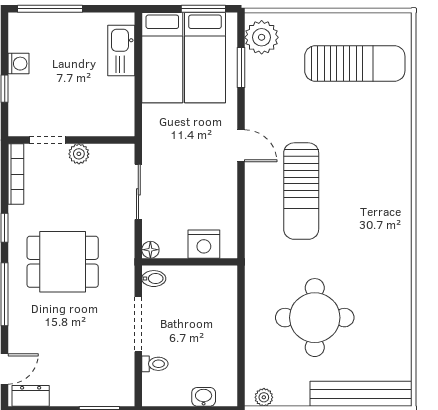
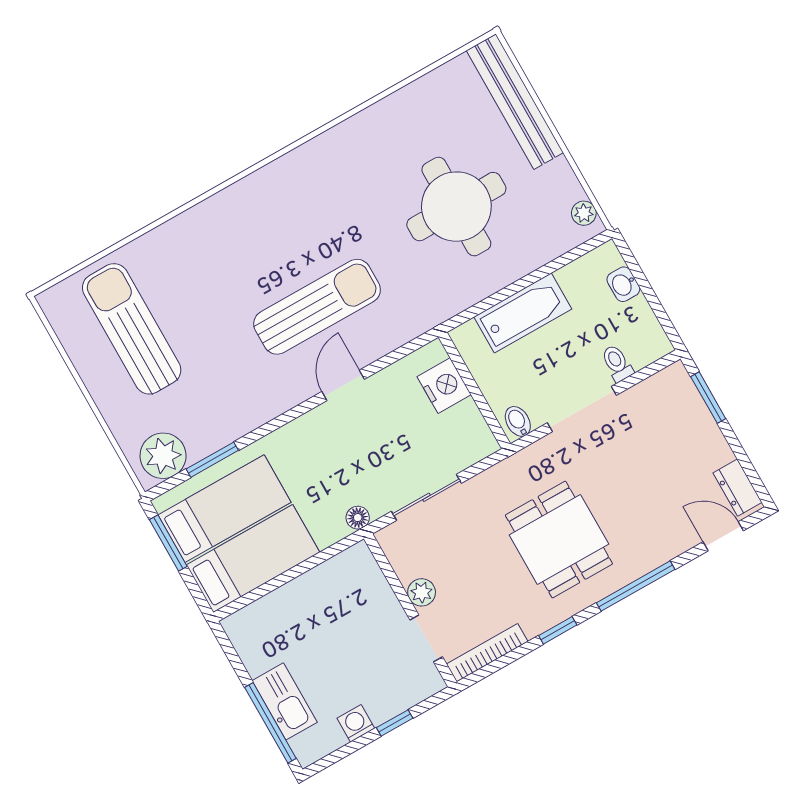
kitchen sink: (121, 50) -> (285, 701), moved, turned -90
door: (241, 146) -> (343, 385), moved
floor lamp: (150, 250) -> (358, 518), moved
bathtub: (222, 321) -> (523, 313), added

